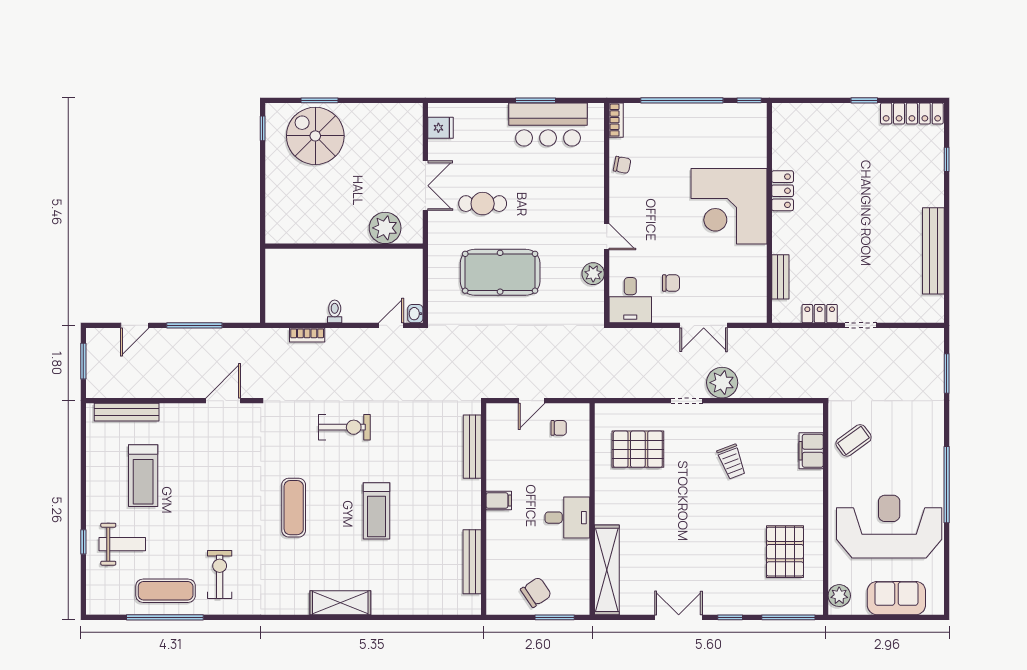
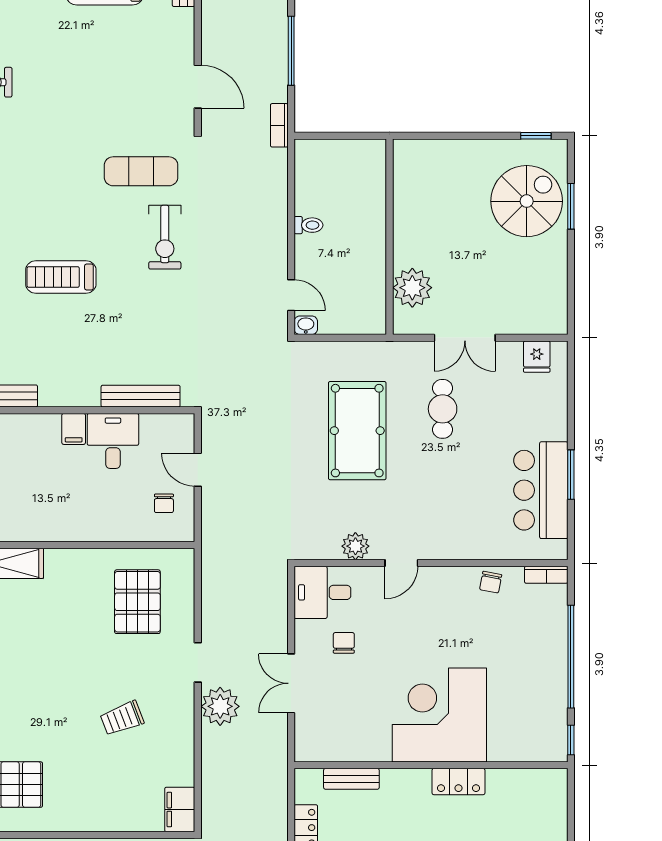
chair: (671, 283) -> (344, 643), turned 180
bookcase: (307, 335) -> (279, 125), moved
filing cabinet: (811, 451) -> (180, 810), moved, turned -90
exercise mat: (294, 508) -> (141, 171), moved
desk: (567, 518) -> (113, 441), moved, turned 180

